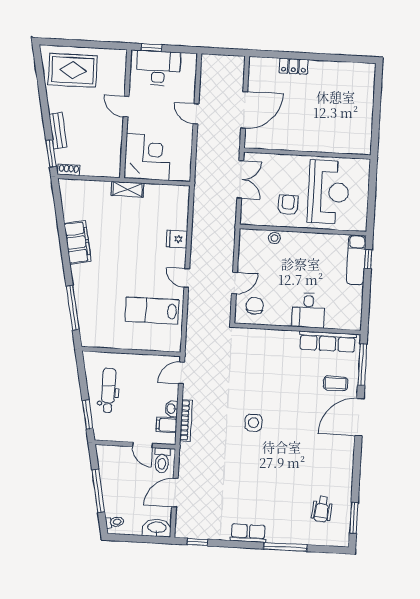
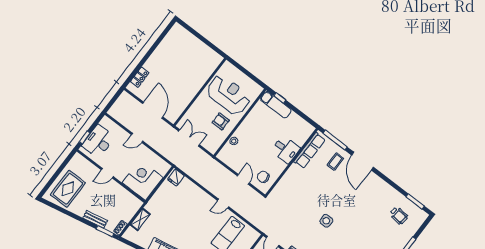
locker: (294, 66) -> (140, 77), moved
shelving: (128, 189) -> (140, 219), moved
fridge: (177, 239) -> (176, 178), moved

